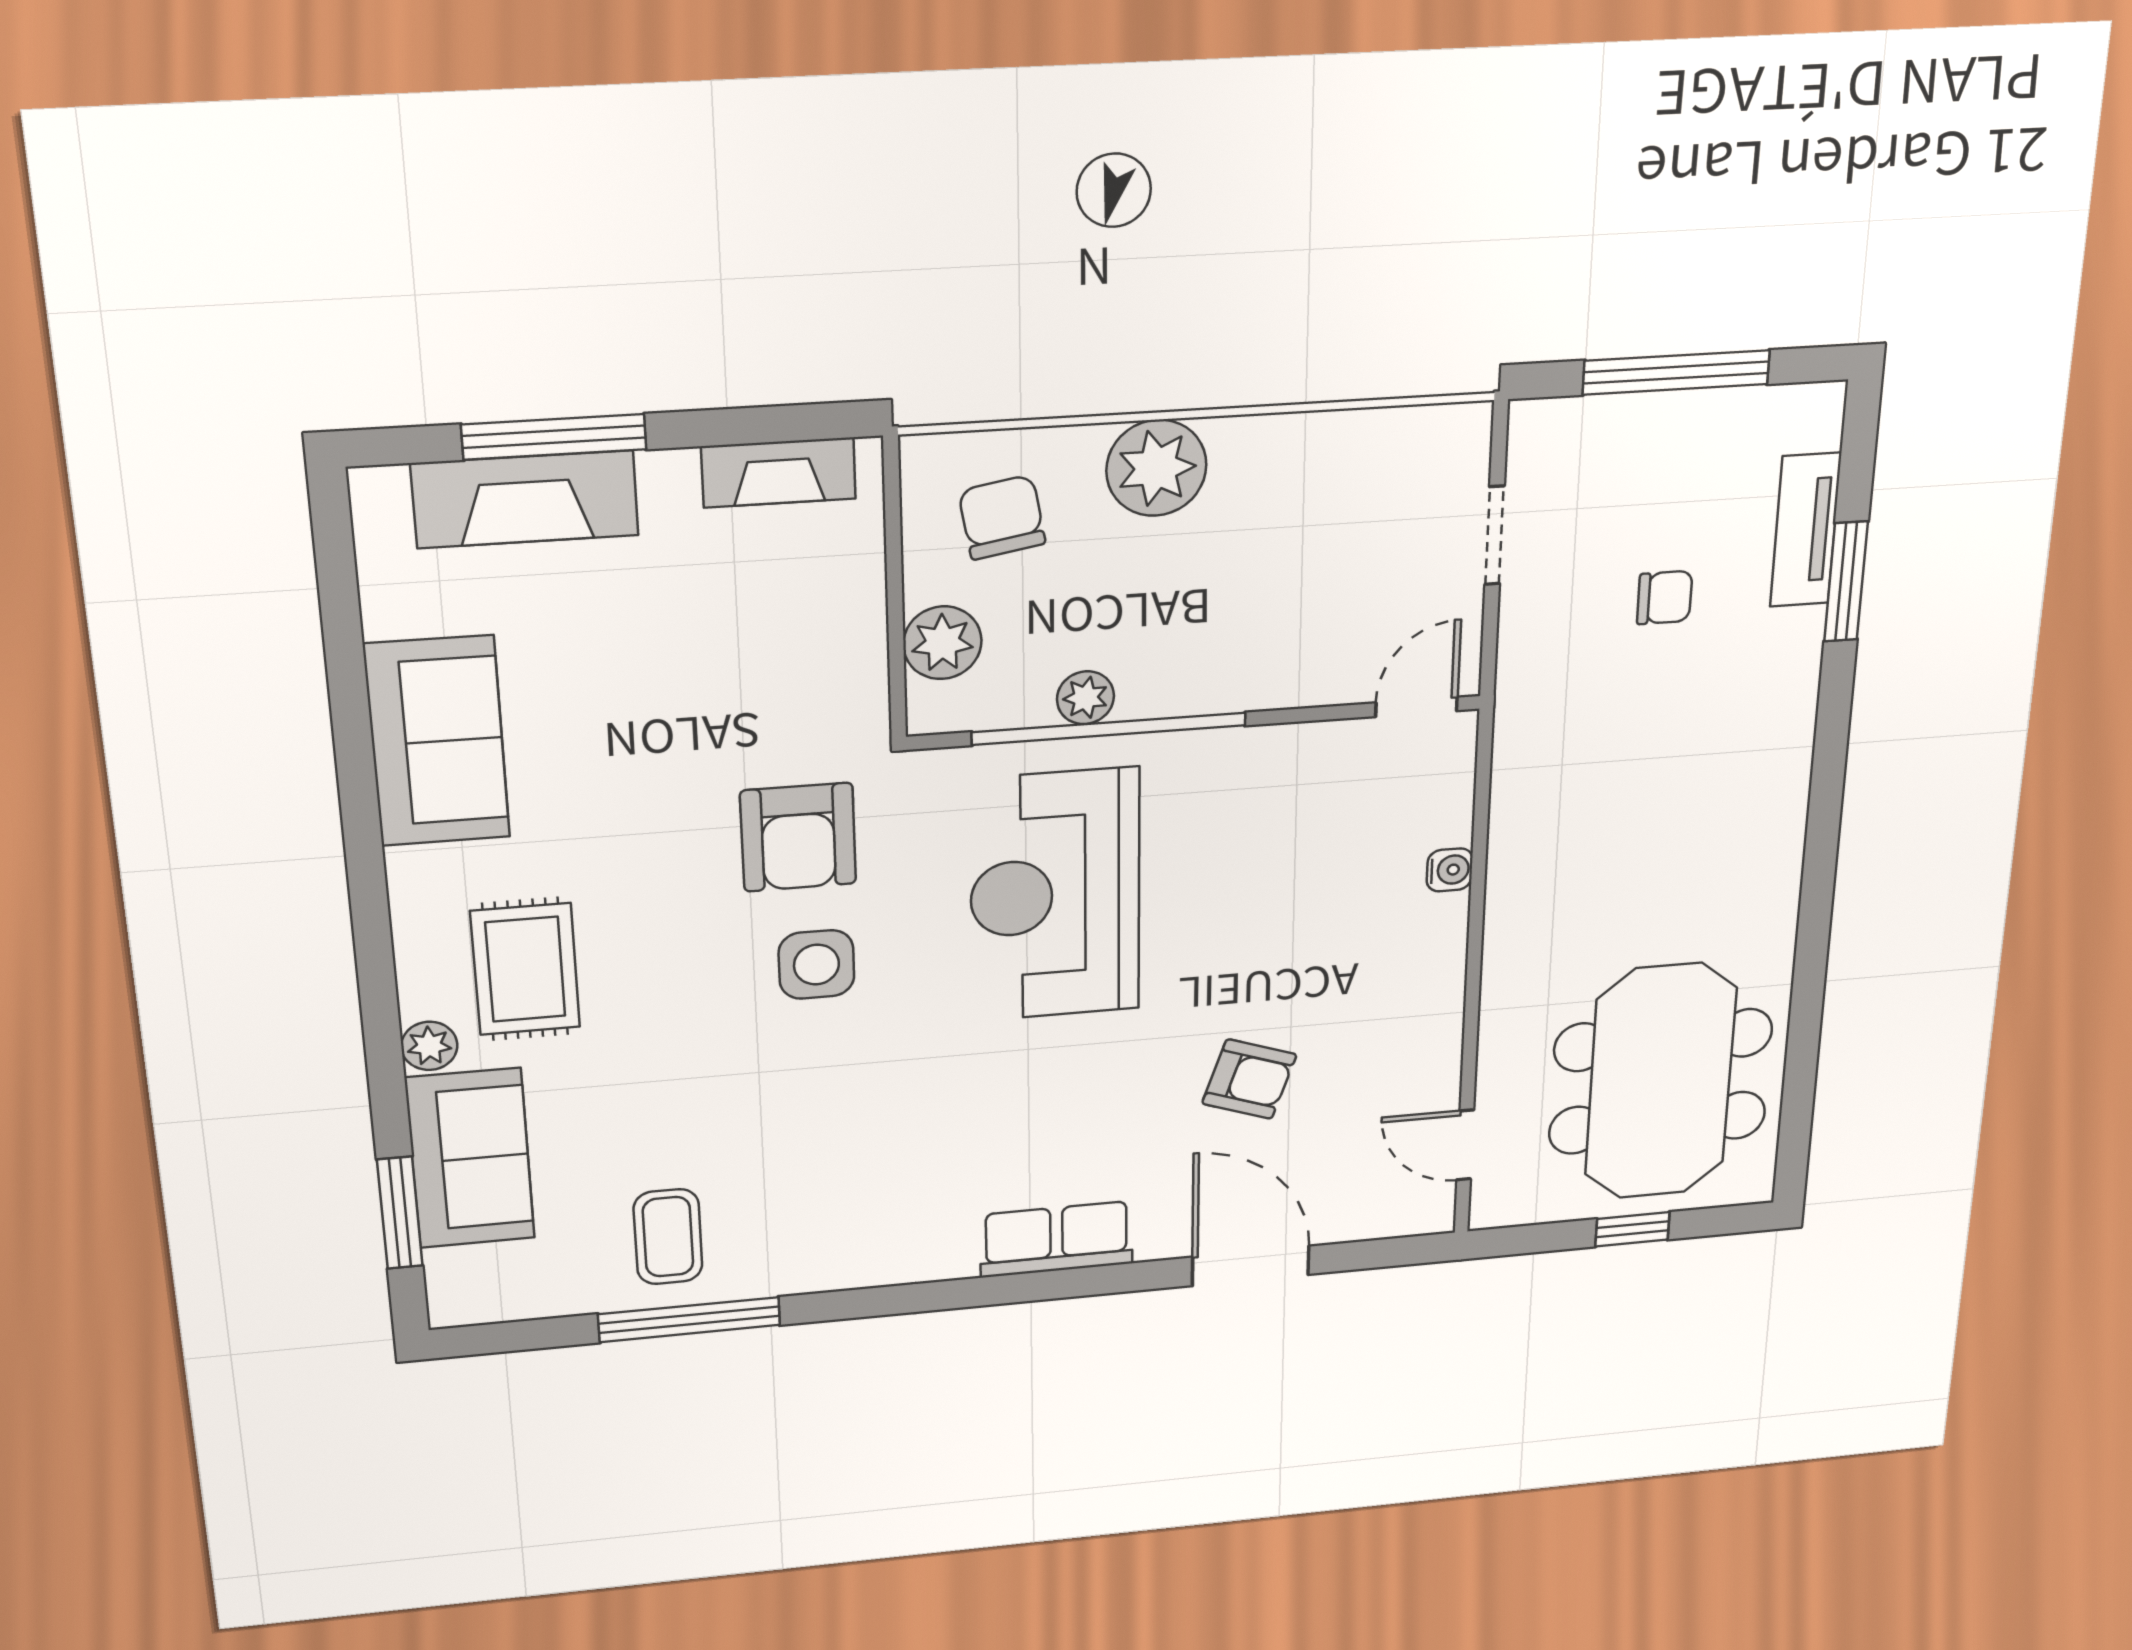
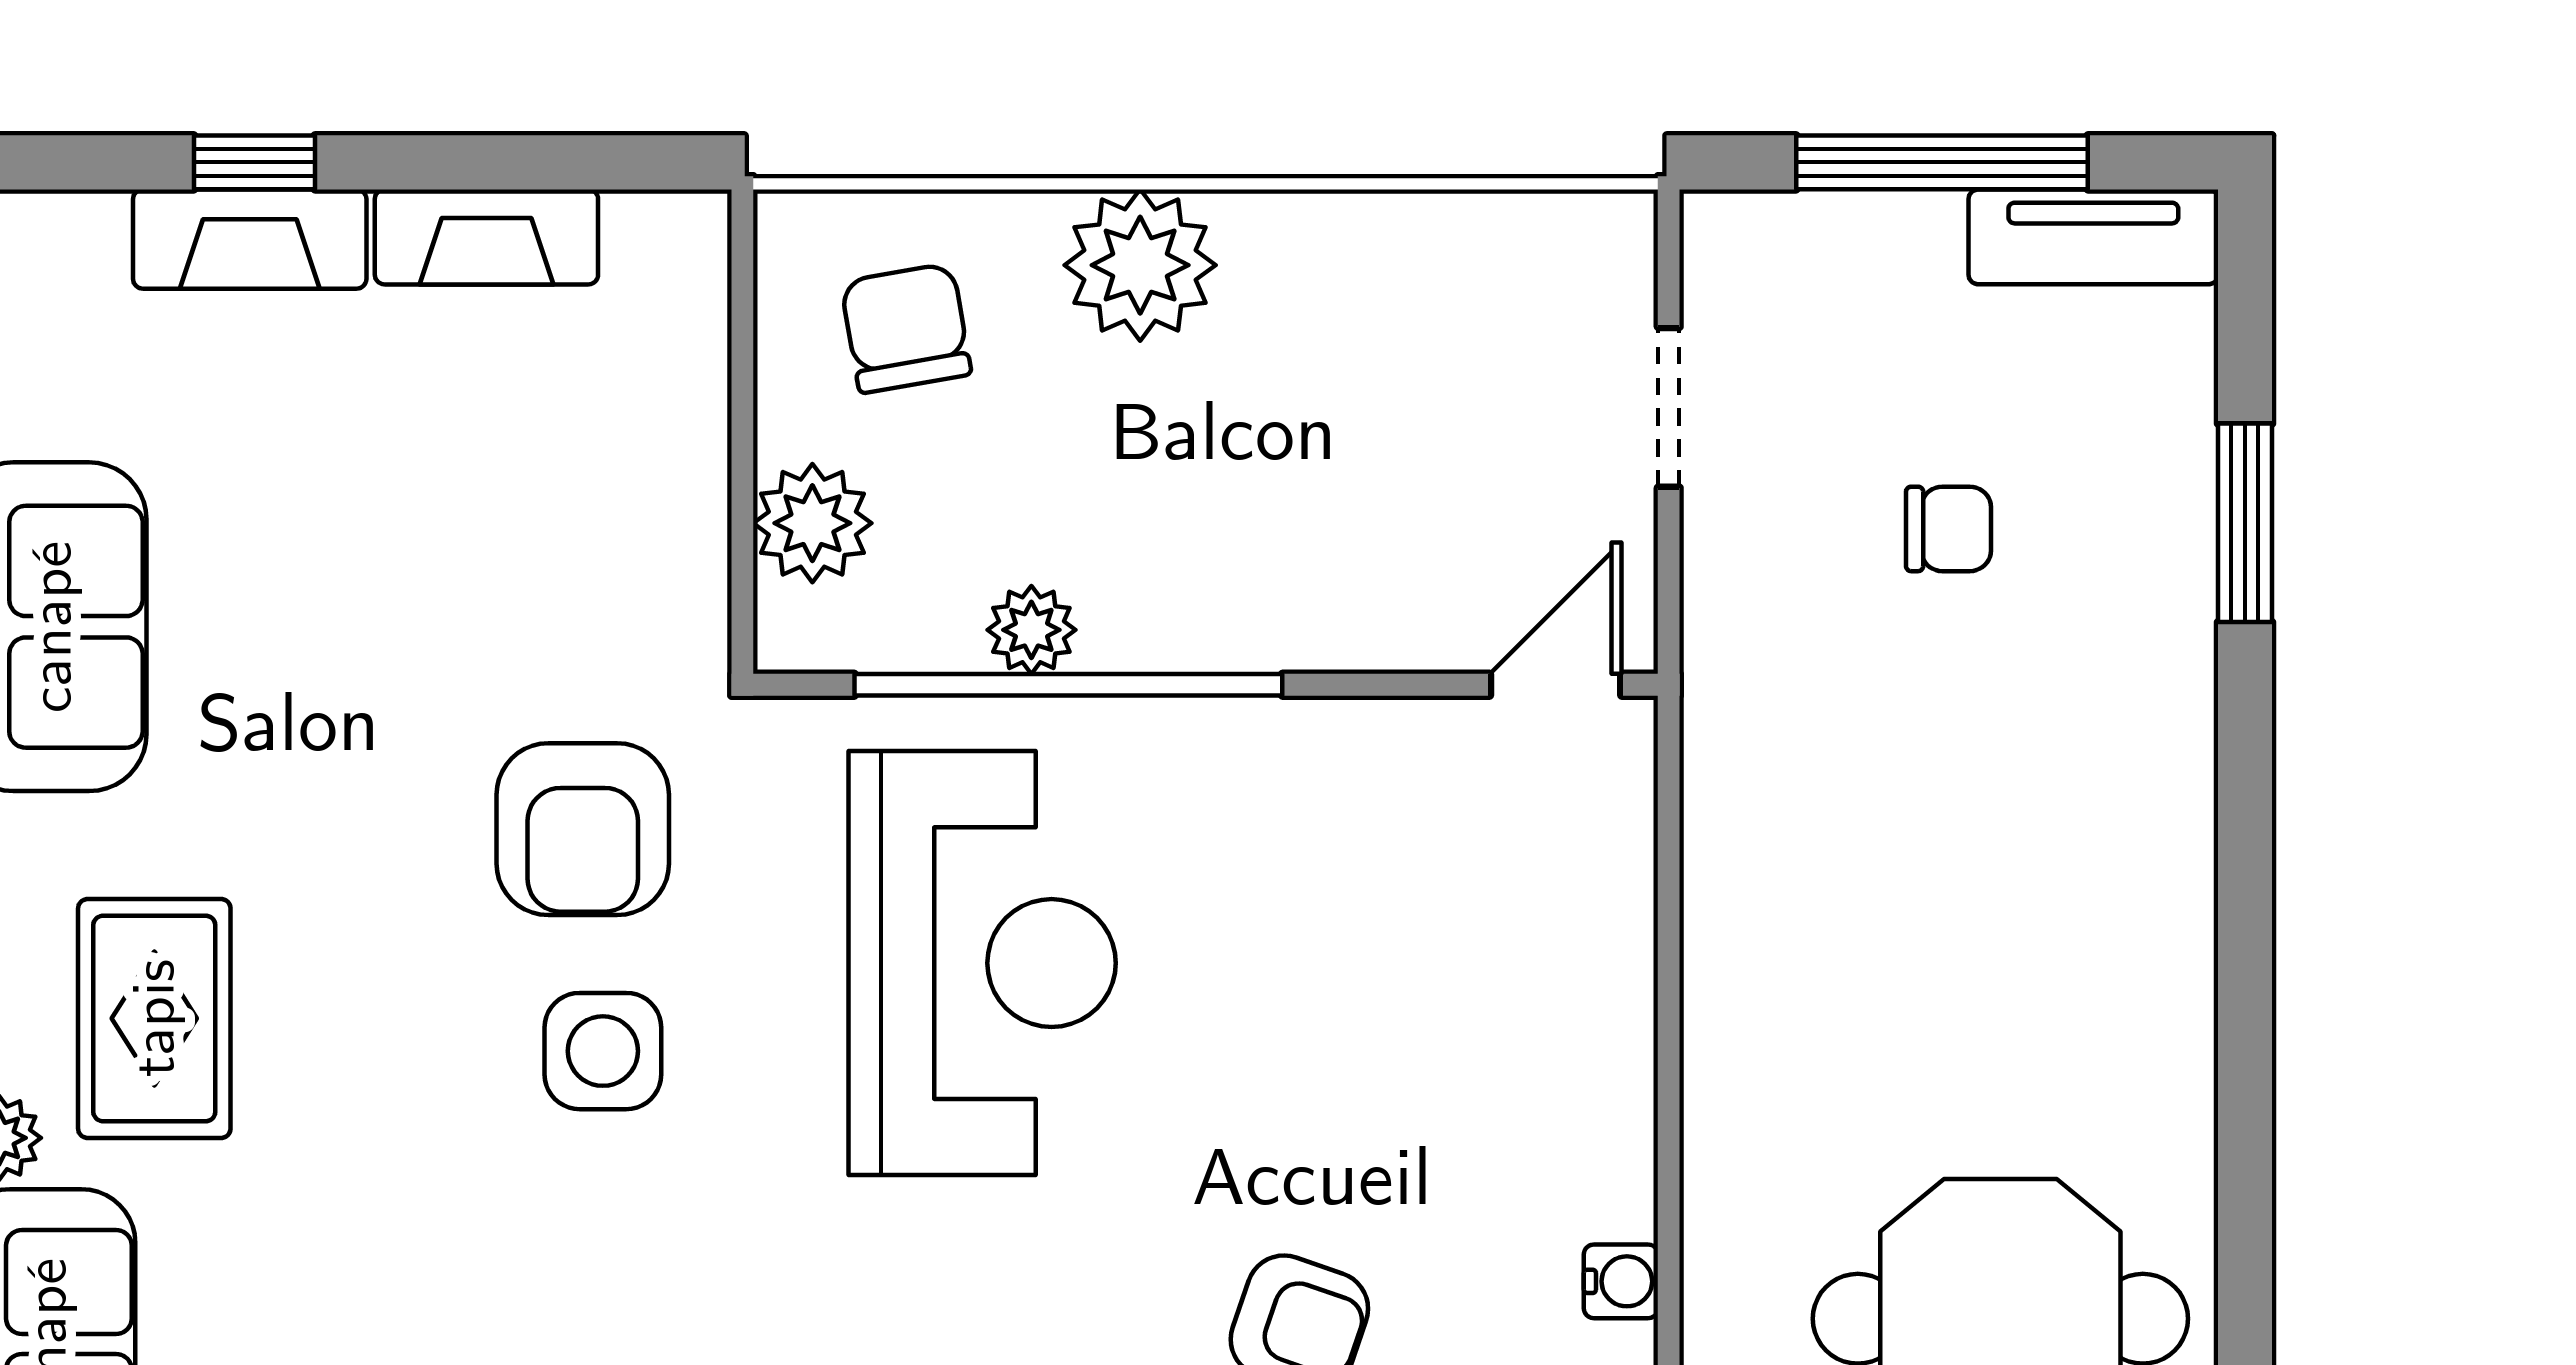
window: (554, 437) -> (254, 162), width x0.46
fireplace: (779, 473) -> (486, 237), moved
fireplace: (525, 499) -> (250, 239), width x0.73, depth x0.76
tv unit: (1805, 530) -> (2093, 237), moved, turned -90
water cooler: (1450, 870) -> (1621, 1281), moved
reception desk: (1055, 895) -> (982, 963), turned 180

